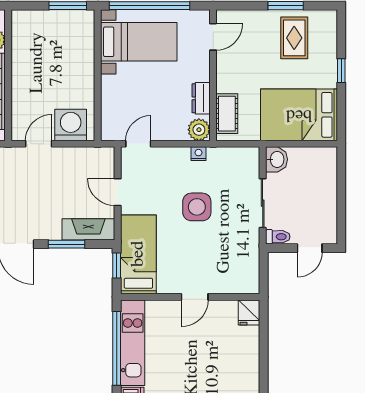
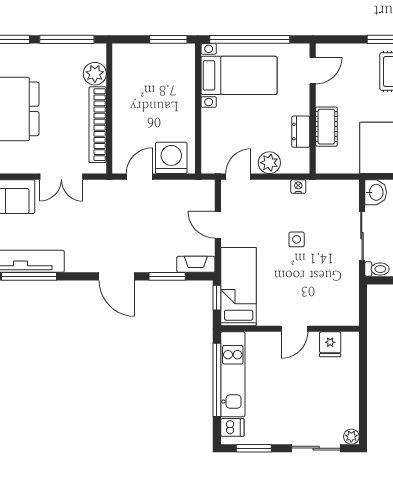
cot: (227, 114) -> (326, 127), moved
plant: (199, 130) -> (269, 163), moved
side table: (197, 207) -> (297, 239), width x0.54, depth x0.54
fireplace: (88, 229) -> (196, 264), width x0.73, depth x0.76
fridge: (249, 313) -> (330, 344), moved

